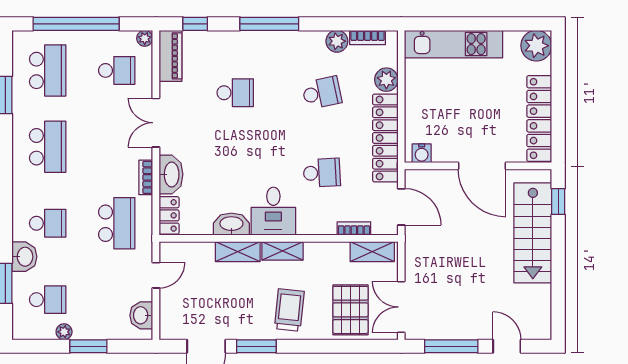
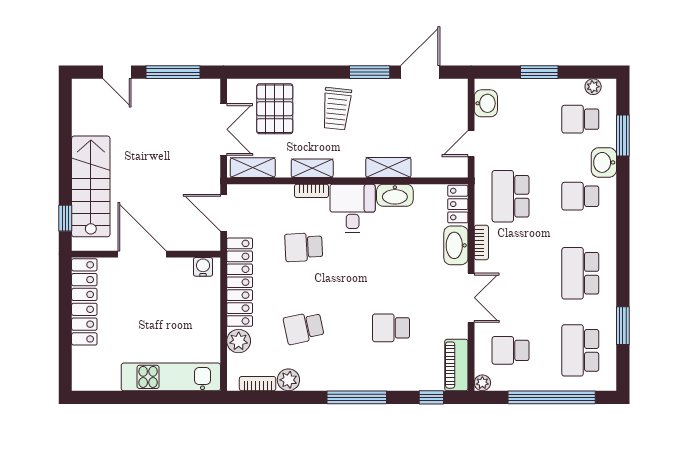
plant: (536, 46) -> (87, 375), removed
bookcase: (354, 228) -> (311, 191), moved
shelving: (282, 251) -> (312, 168), moved
double door: (401, 307) -> (224, 129), moved
plant: (64, 332) -> (593, 87), moved

